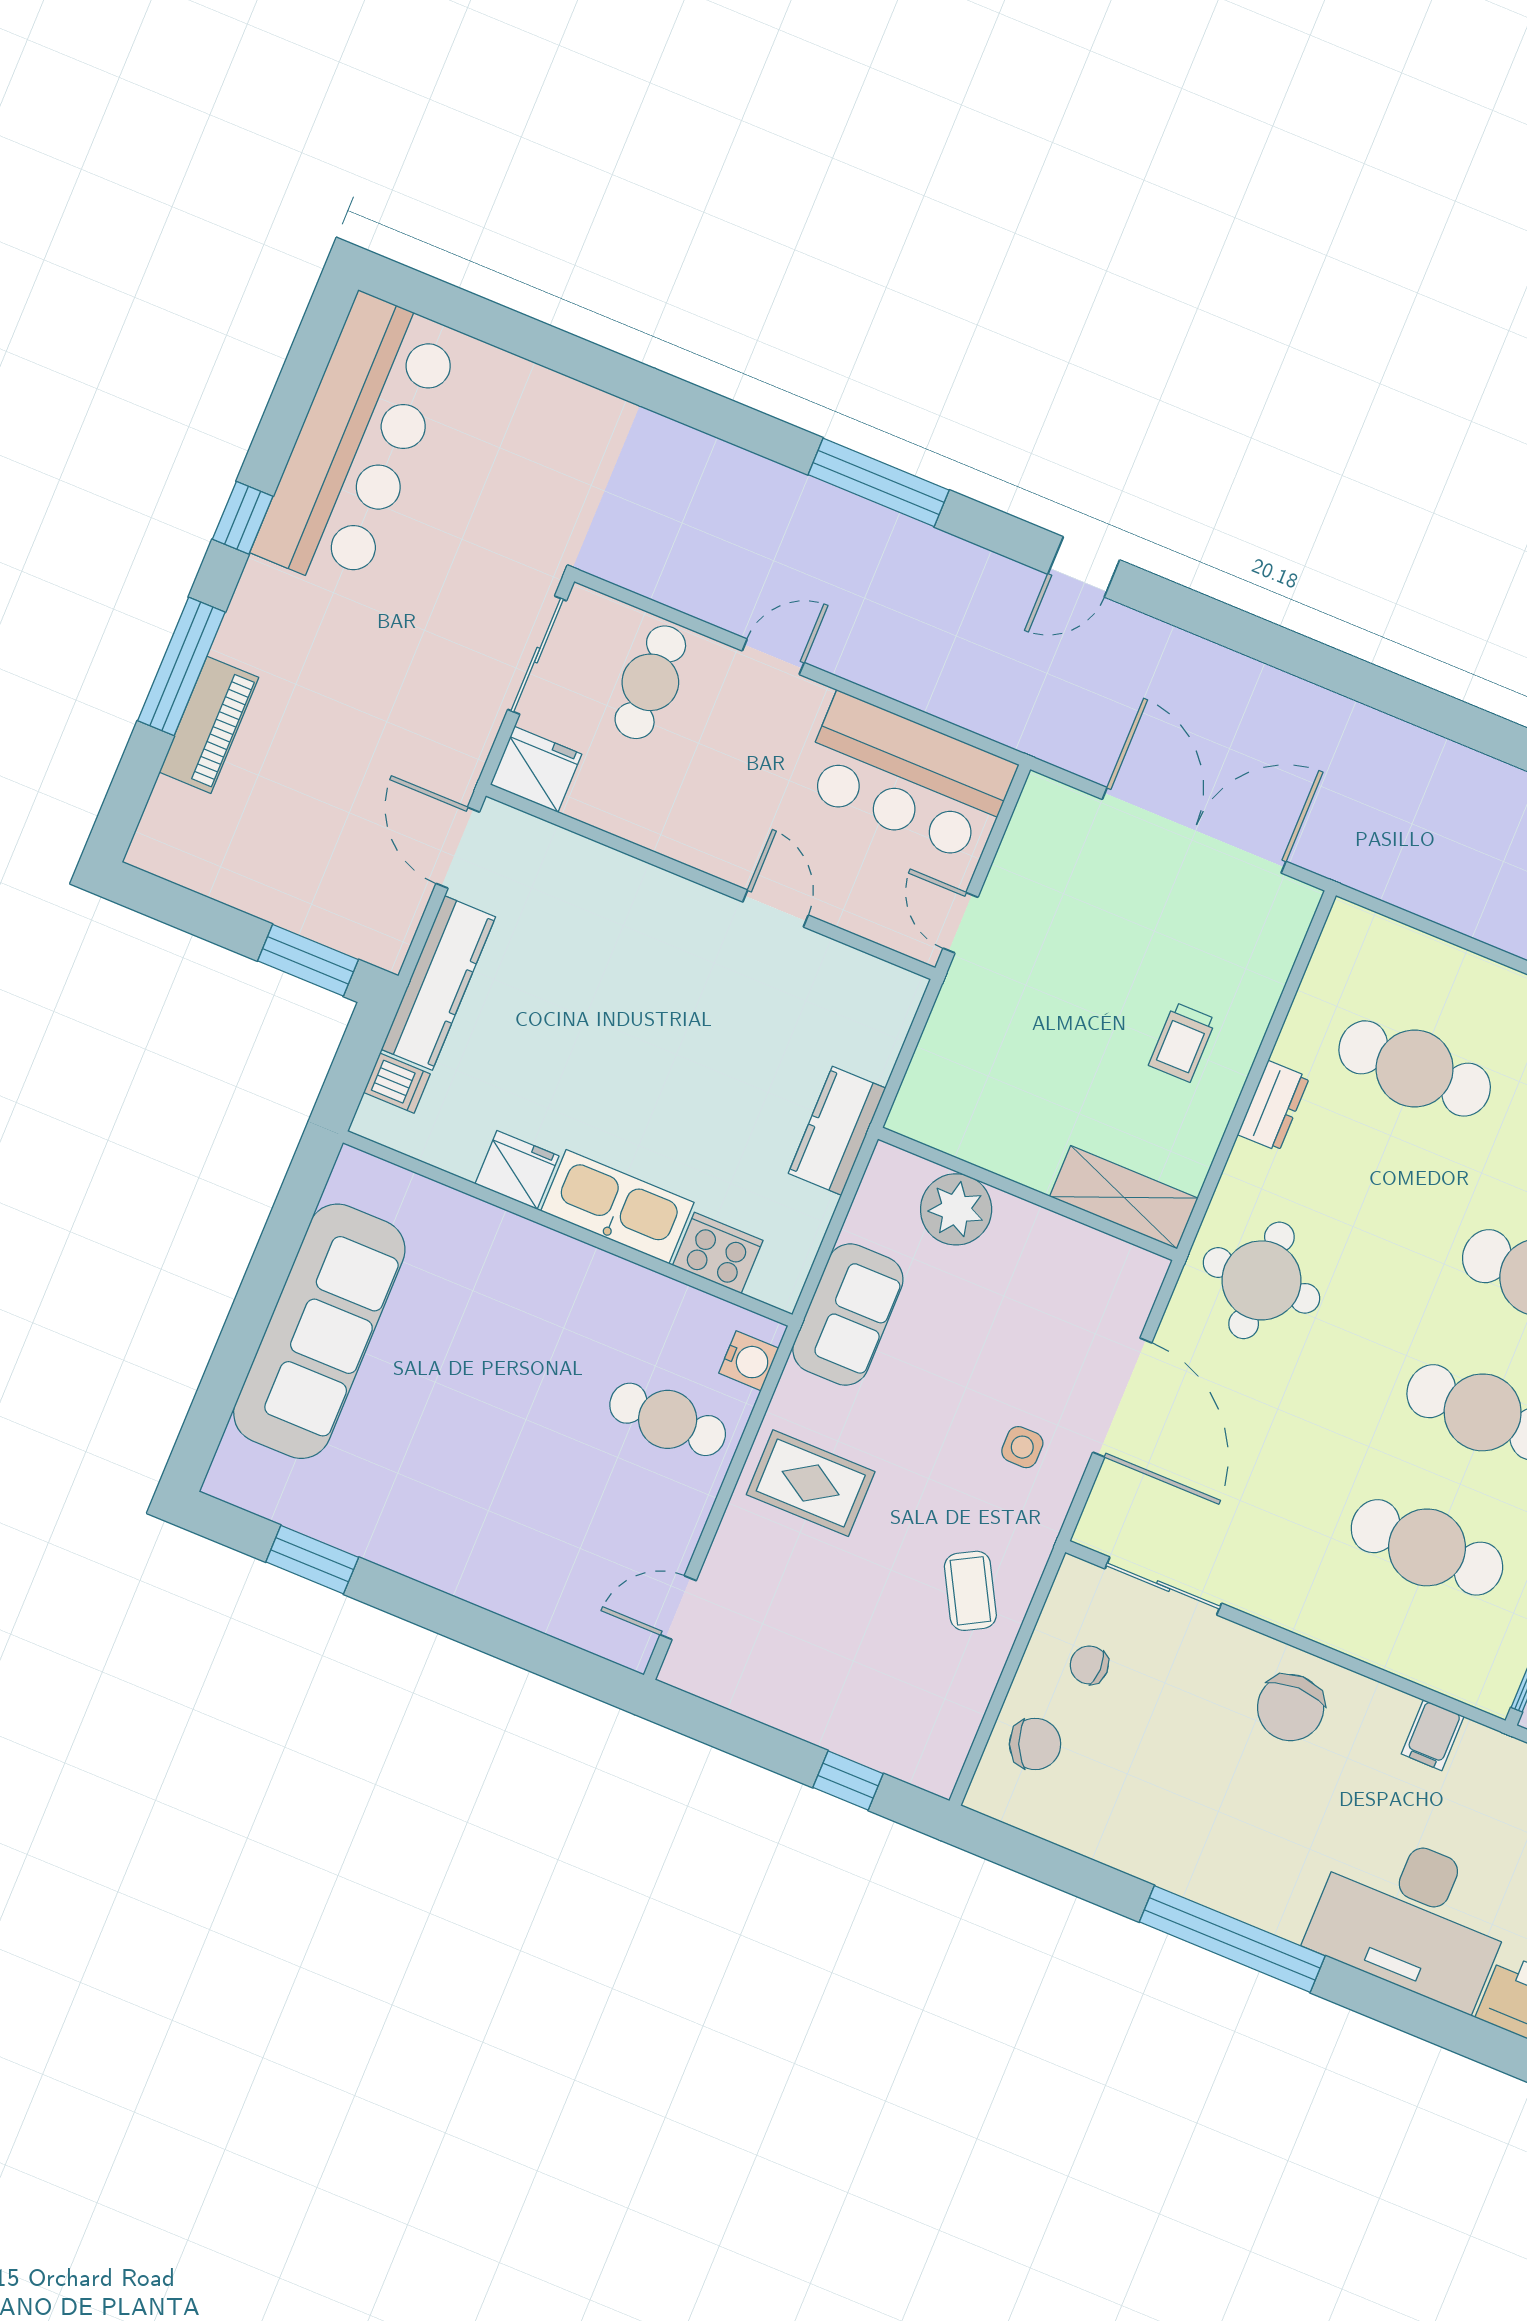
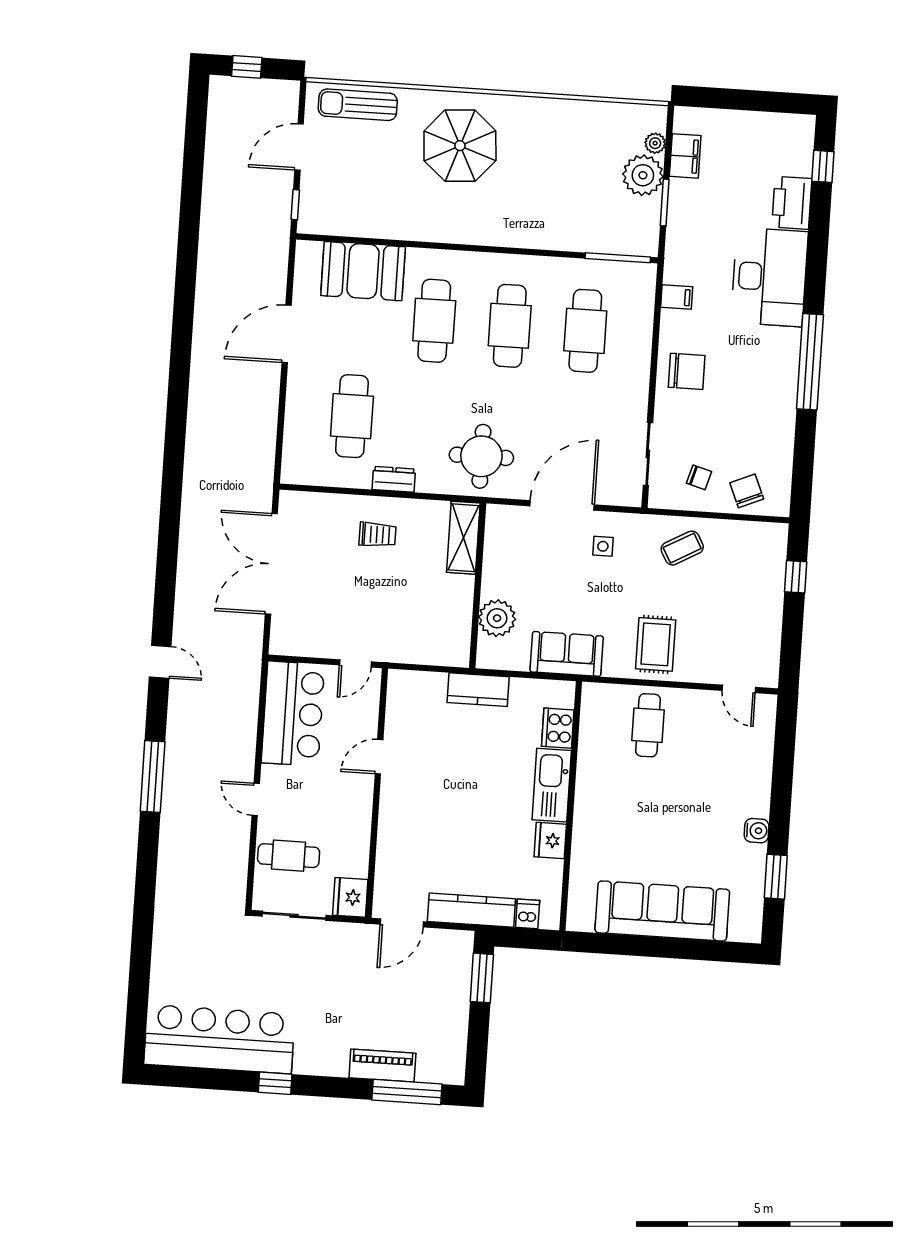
window: (181, 666) -> (407, 1092), moved
water cooler: (749, 1361) -> (757, 831), moved, turned 90
chair: (1089, 1665) -> (699, 477), turned -74

